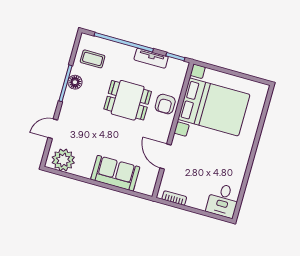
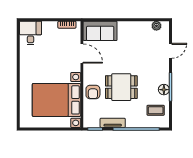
armchair: (165, 104) -> (93, 92), turned 180
plant: (63, 160) -> (156, 26), width x0.53, depth x0.53
sofa: (115, 173) -> (100, 31), moved

